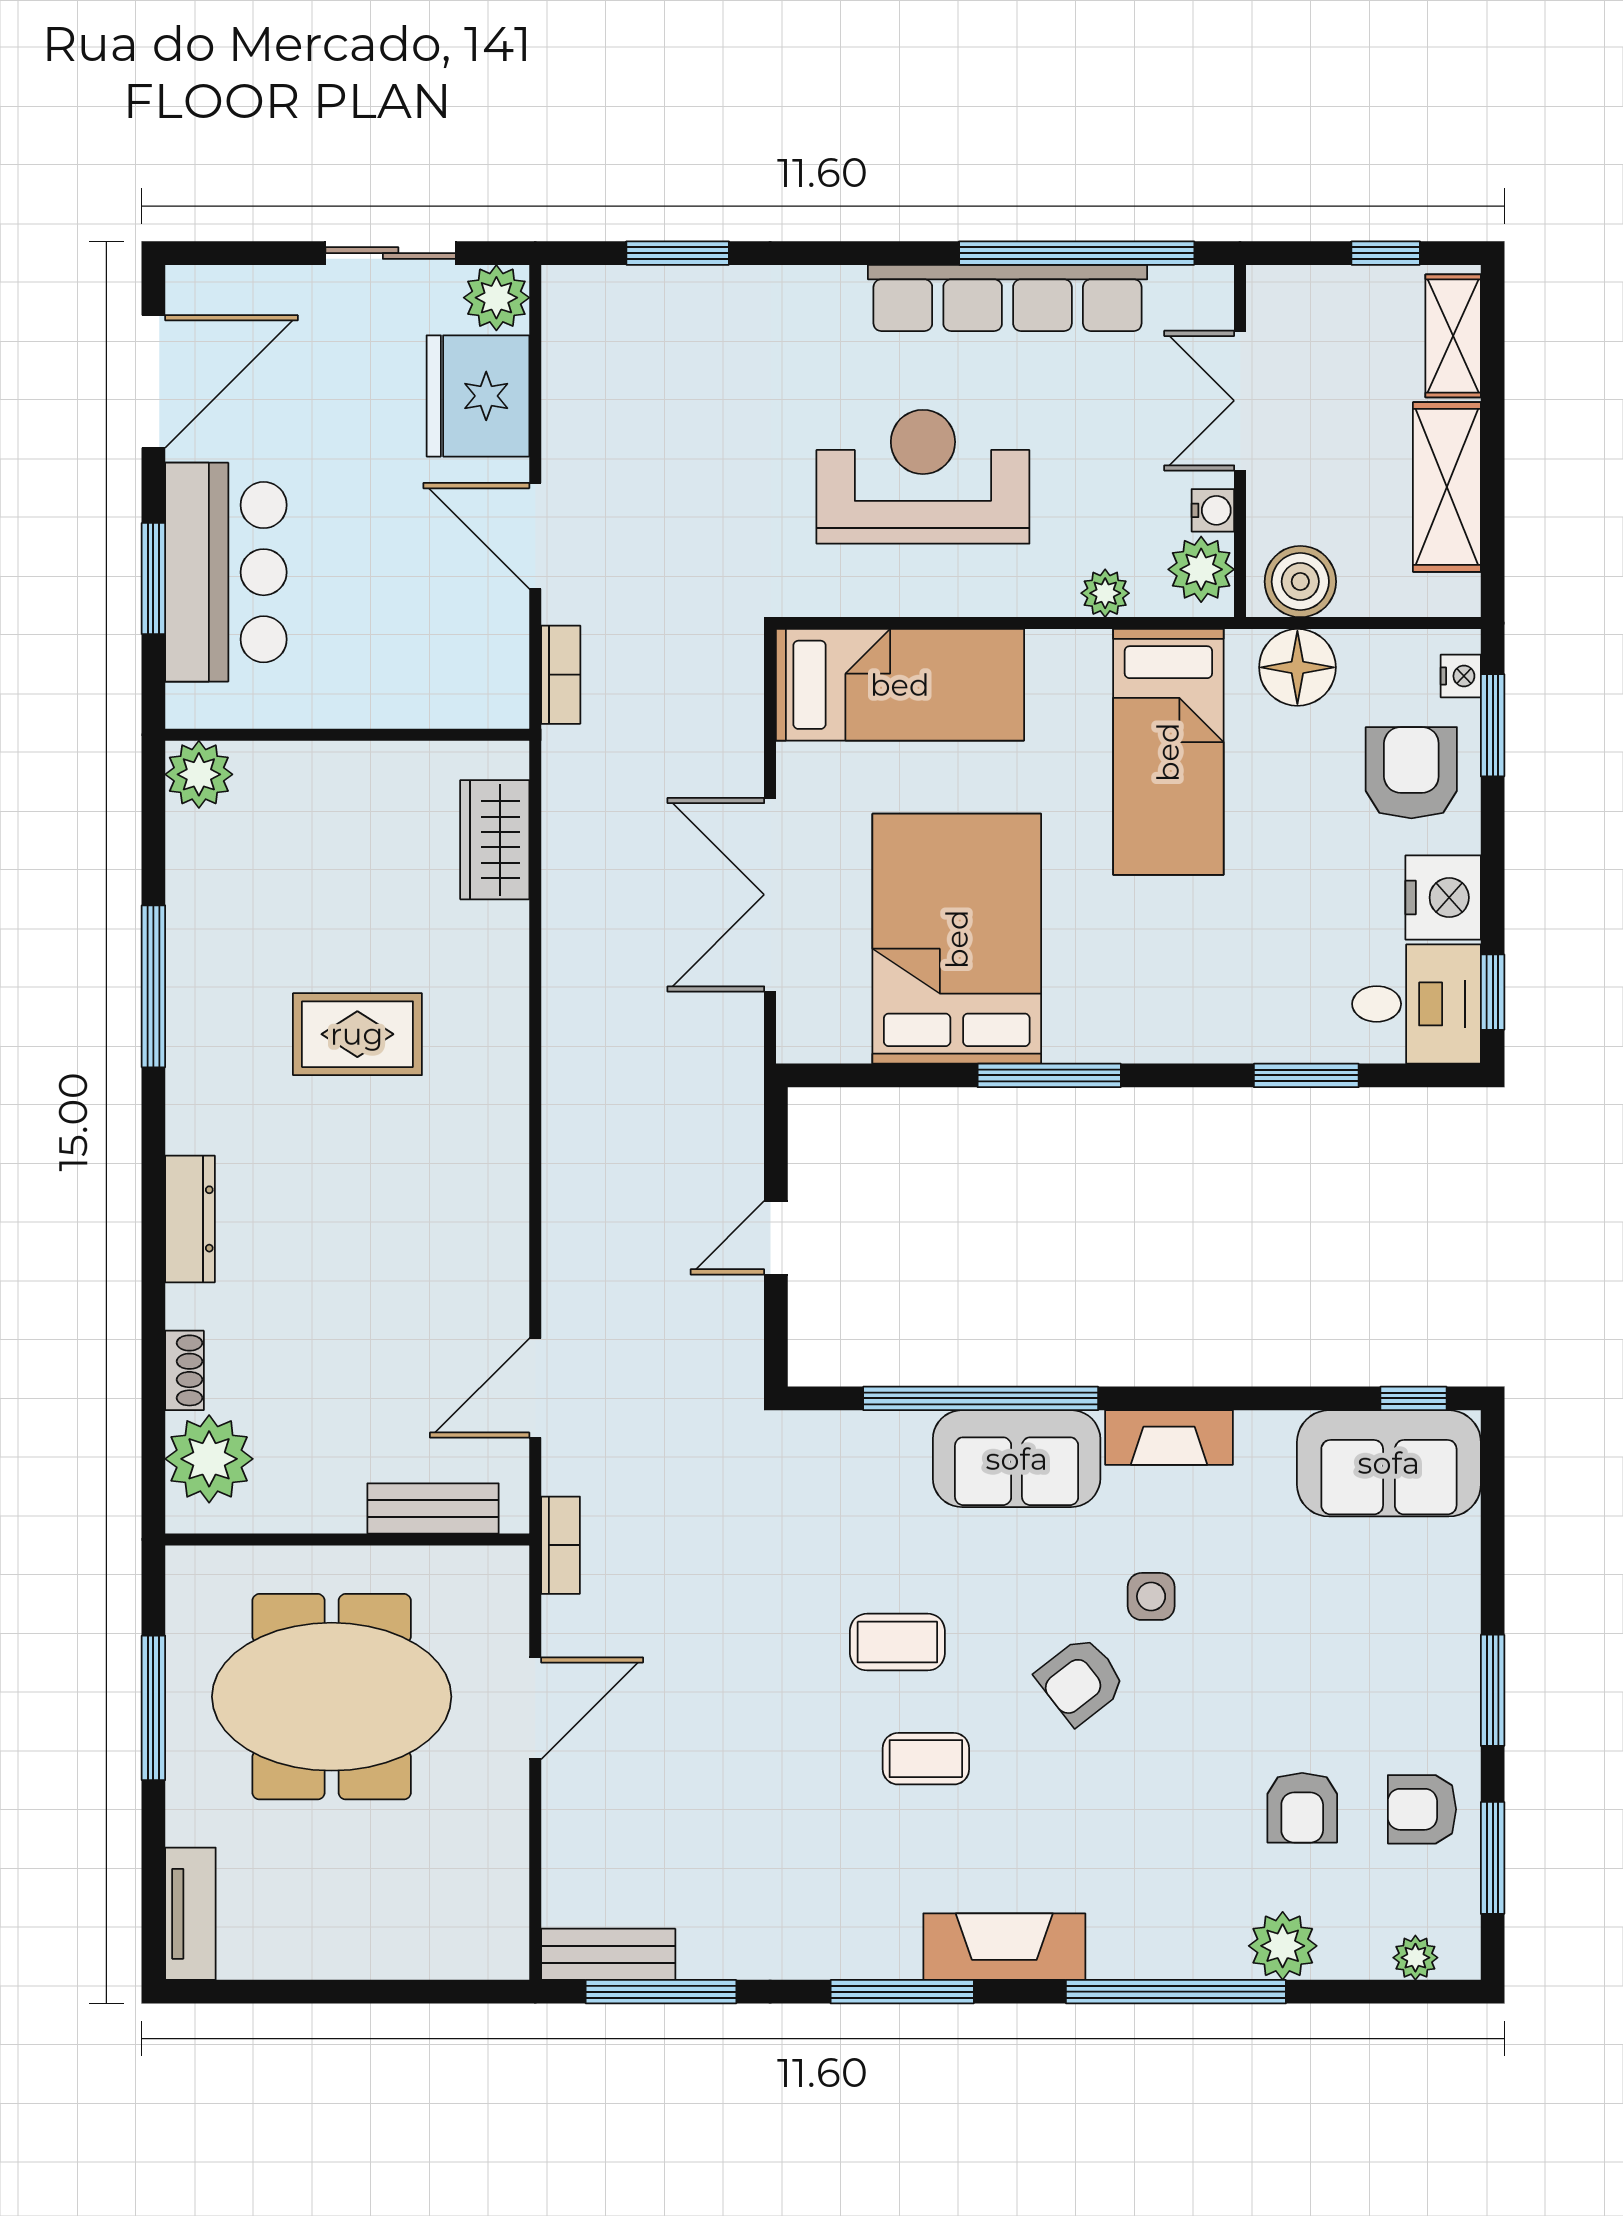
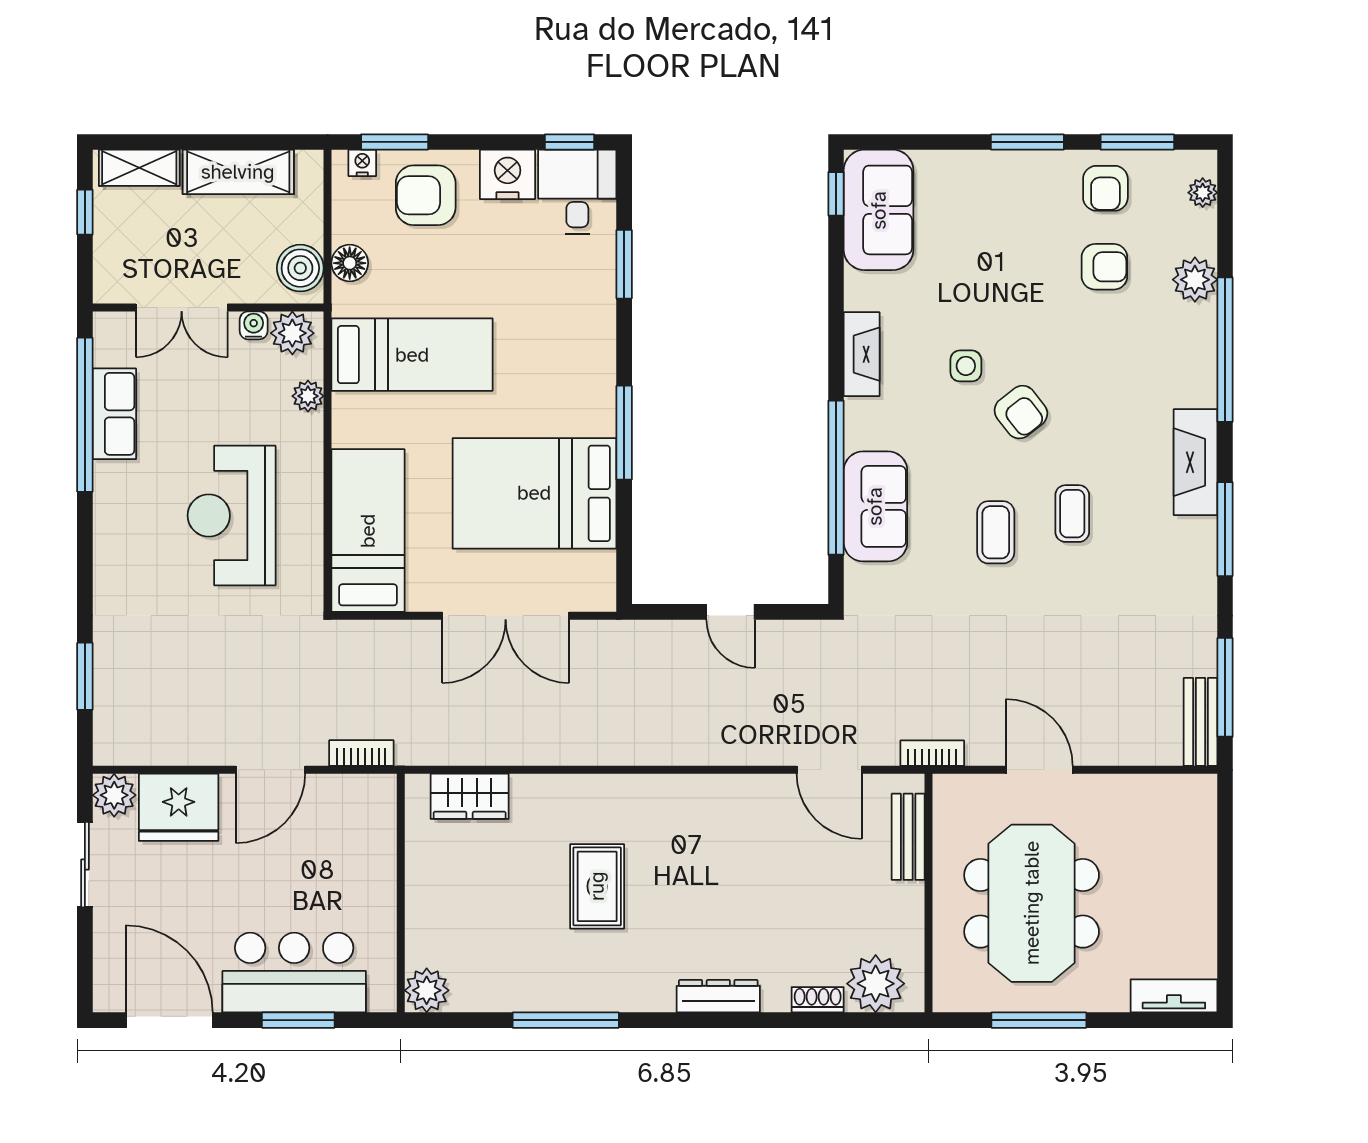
row of seats: (1008, 298) -> (114, 414), width x0.50
floor lamp: (1297, 667) -> (350, 263), width x0.73, depth x0.73
sofa: (1017, 1459) -> (875, 506), moved

